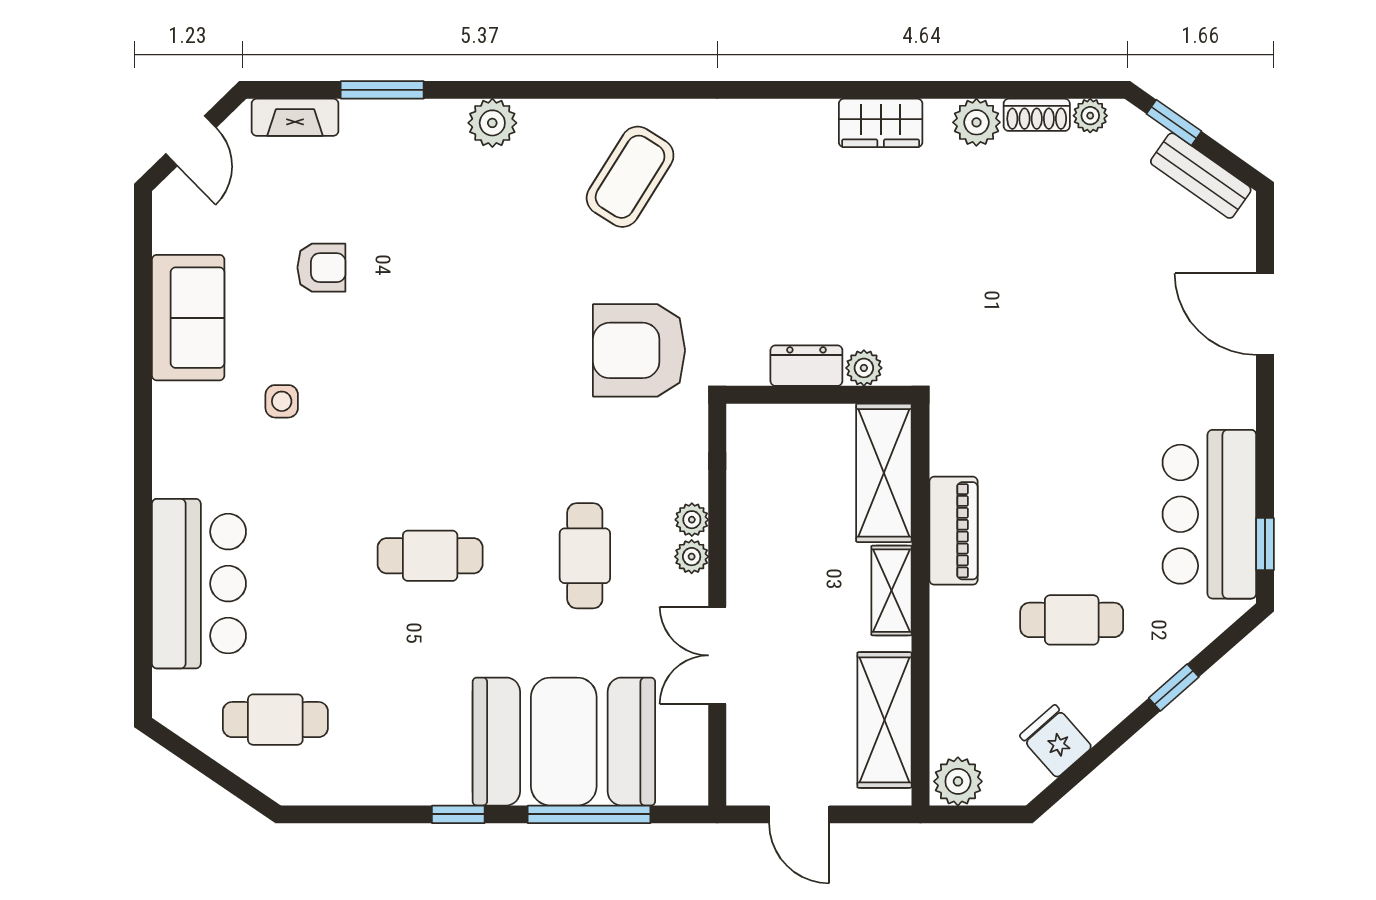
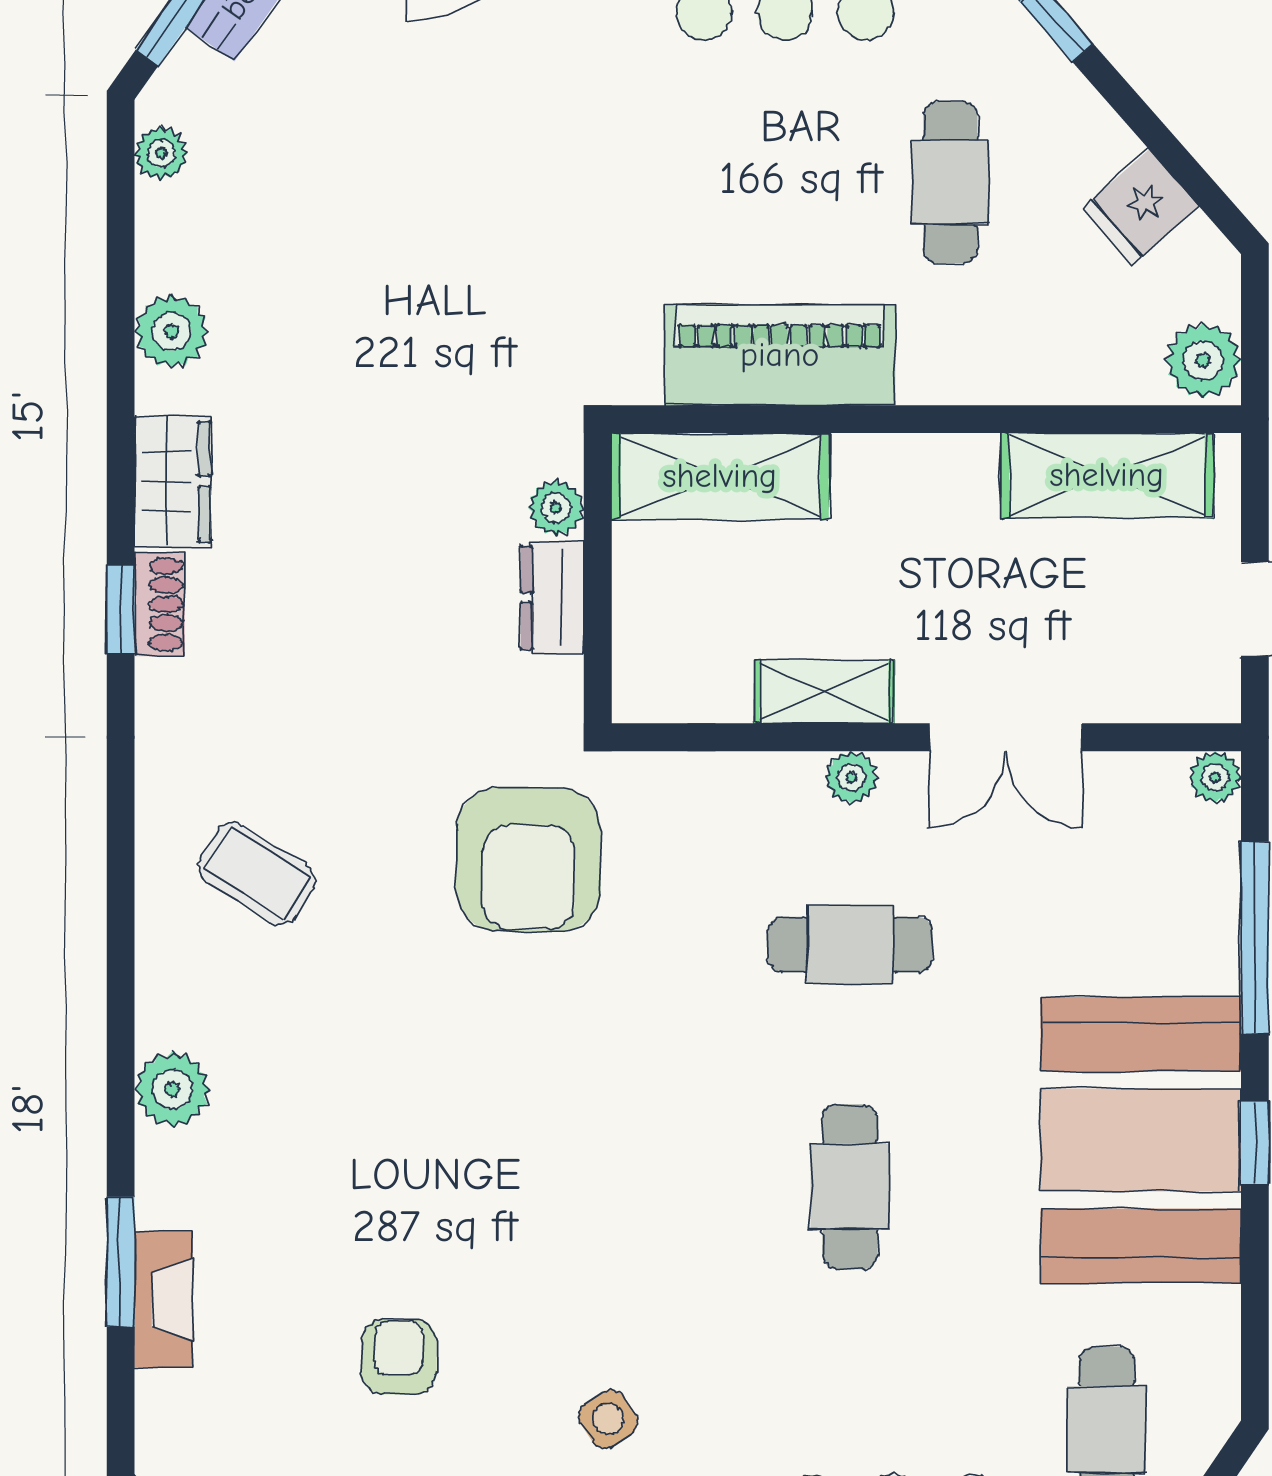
window: (799, 90) -> (121, 609), added
shoe rack: (1037, 115) -> (160, 604), moved
fireplace: (295, 117) -> (163, 1299), moved
coffee table: (630, 177) -> (257, 874), width x0.73, depth x0.77
side table: (282, 401) -> (608, 1419), turned -33
plant: (692, 520) -> (1215, 777), moved
piano: (953, 531) -> (780, 355), width x1.37, depth x1.33
shelving: (891, 591) -> (824, 692), moved
booth: (564, 742) -> (1141, 1140), moved

